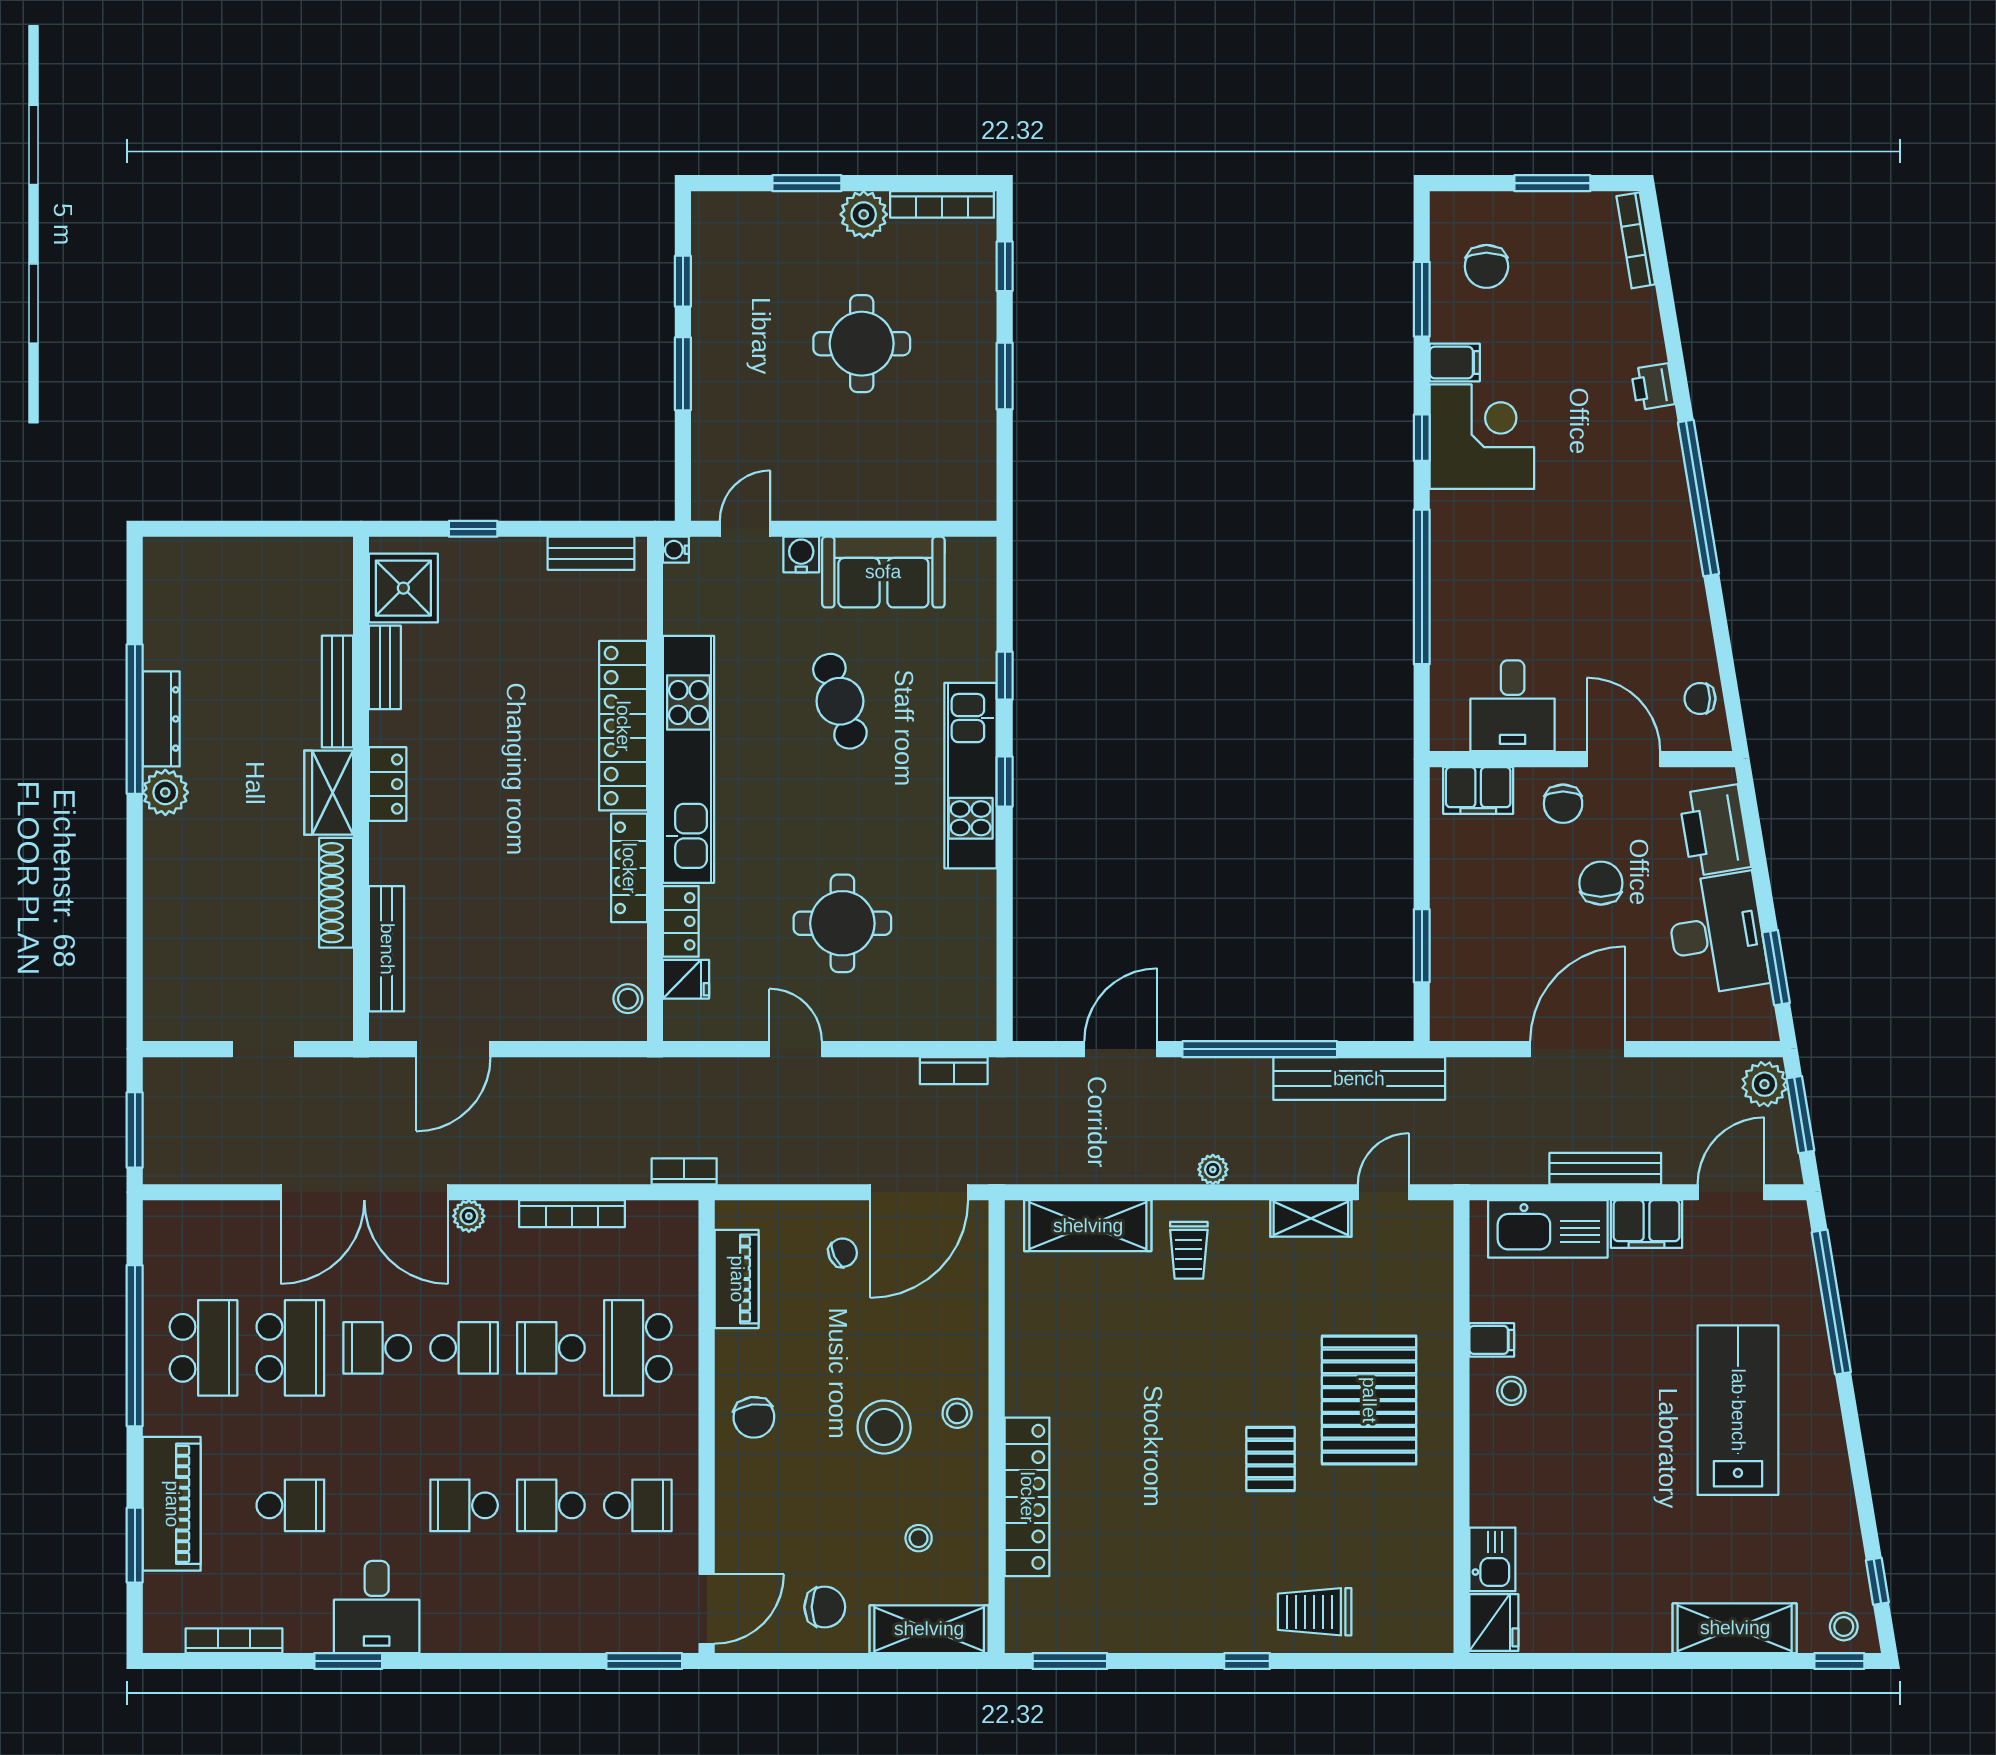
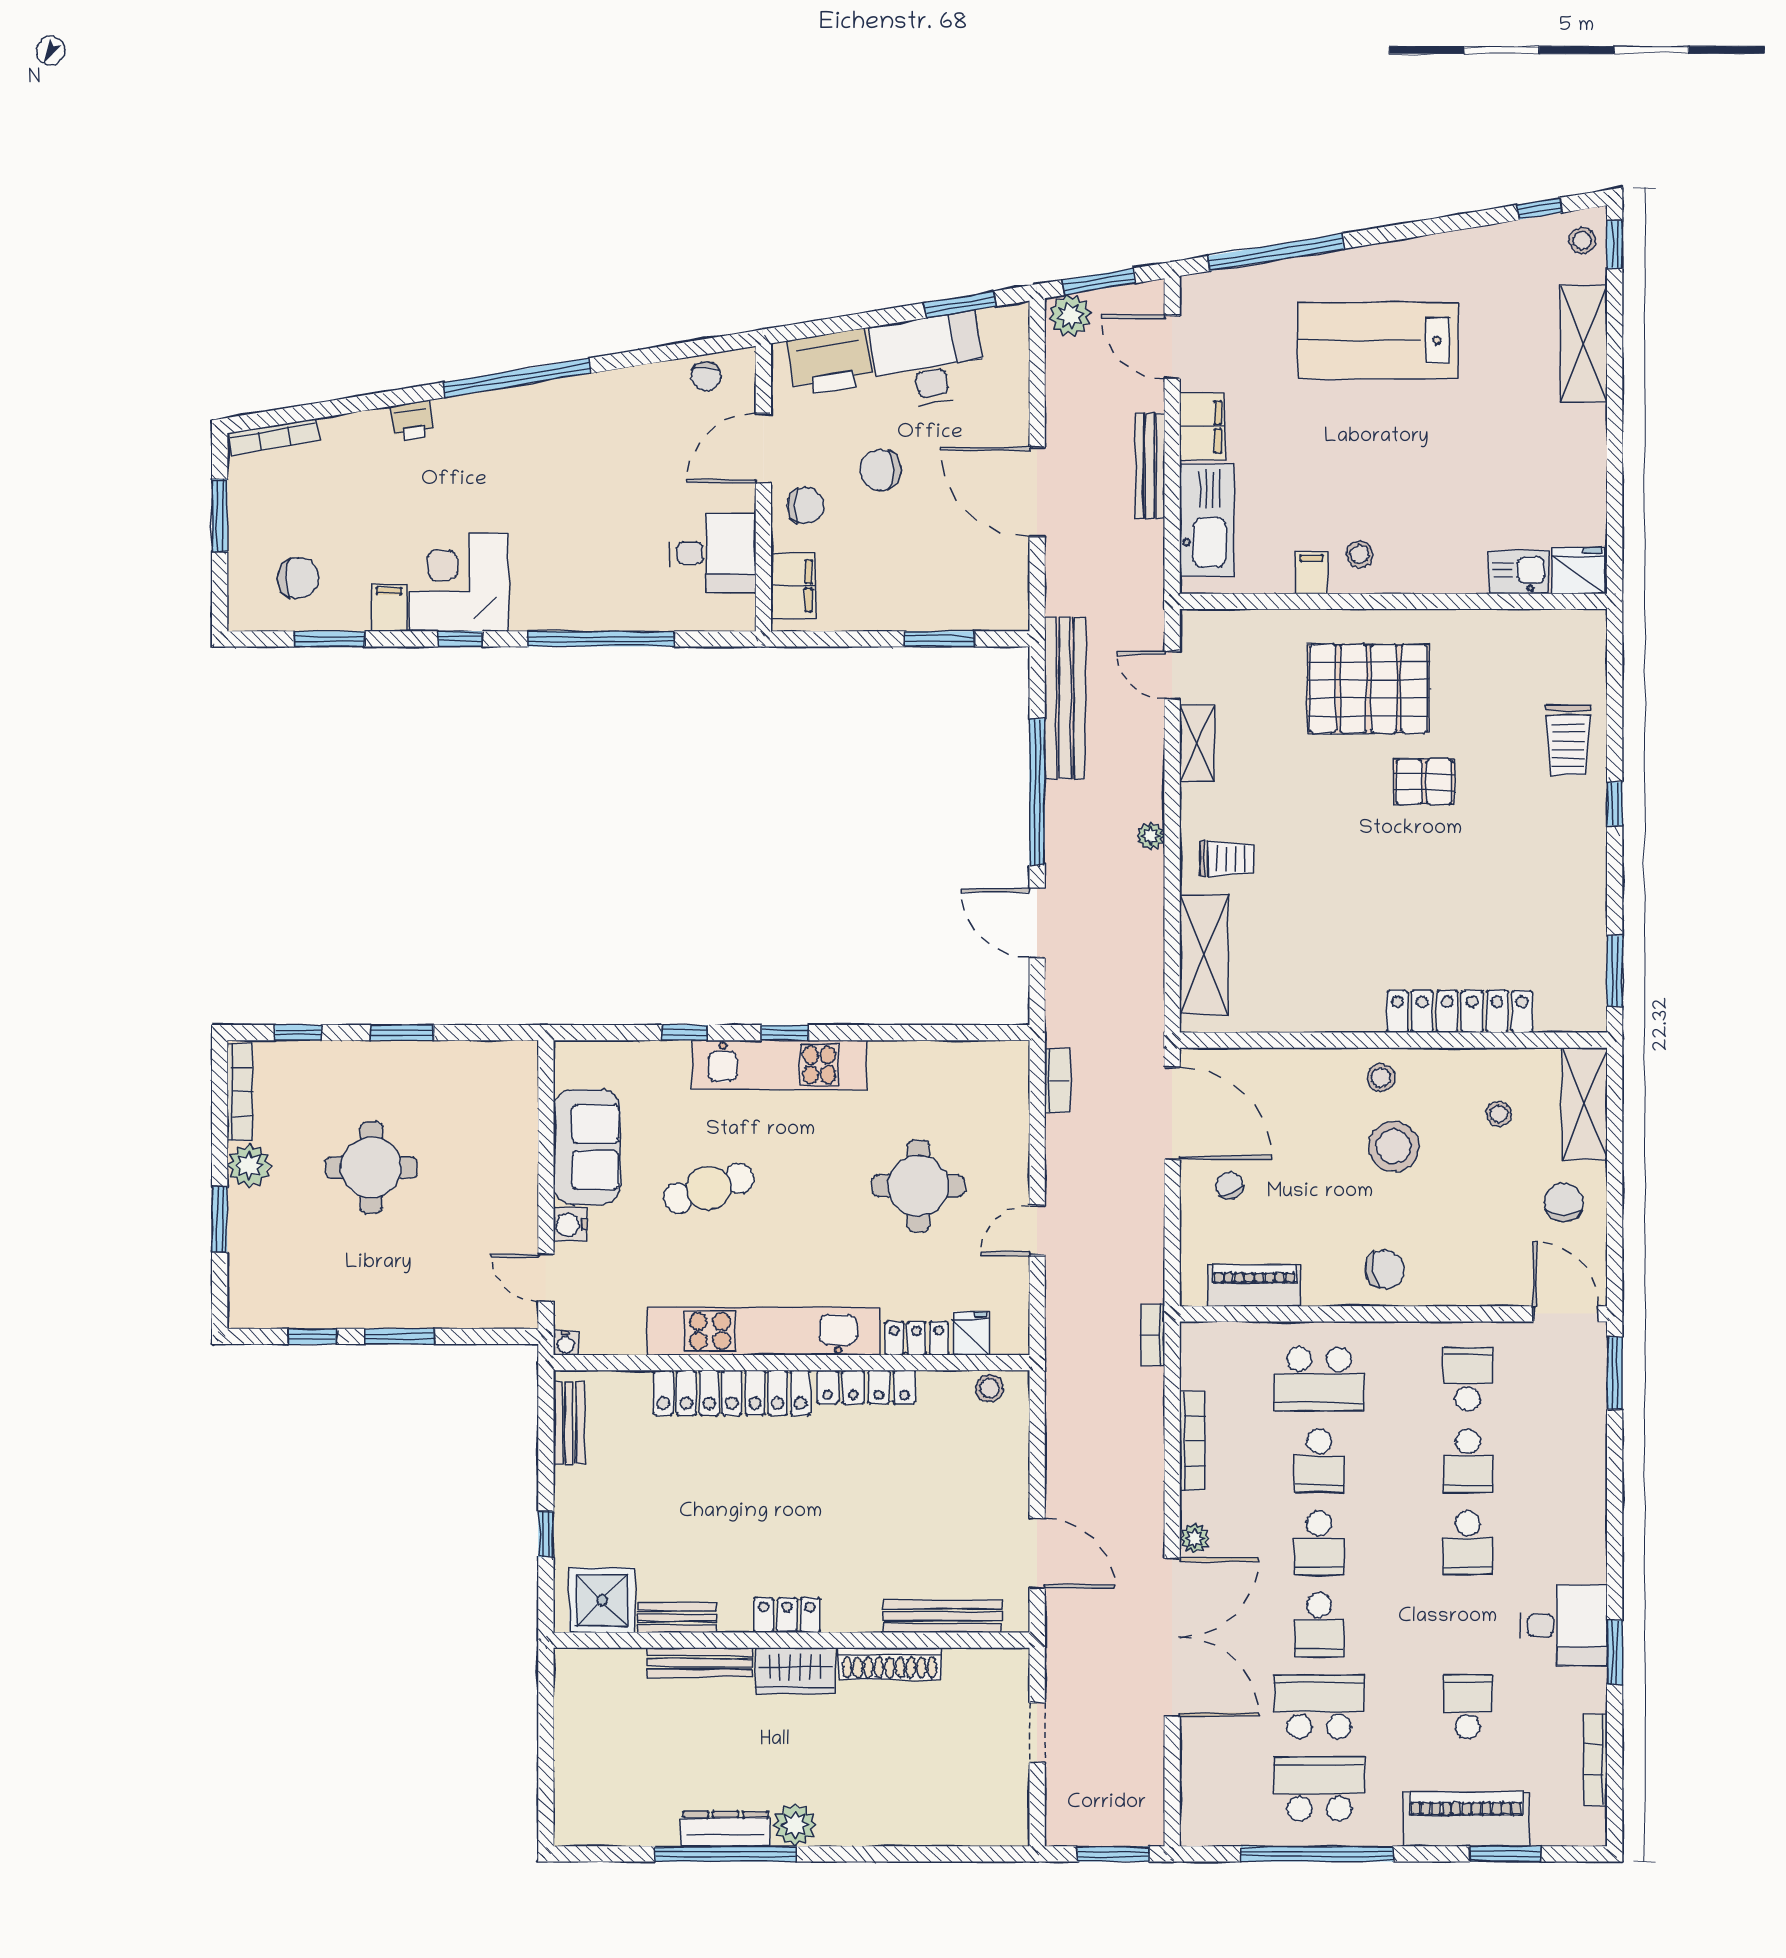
school desk: (464, 1348) -> (1319, 1543), turned 180

